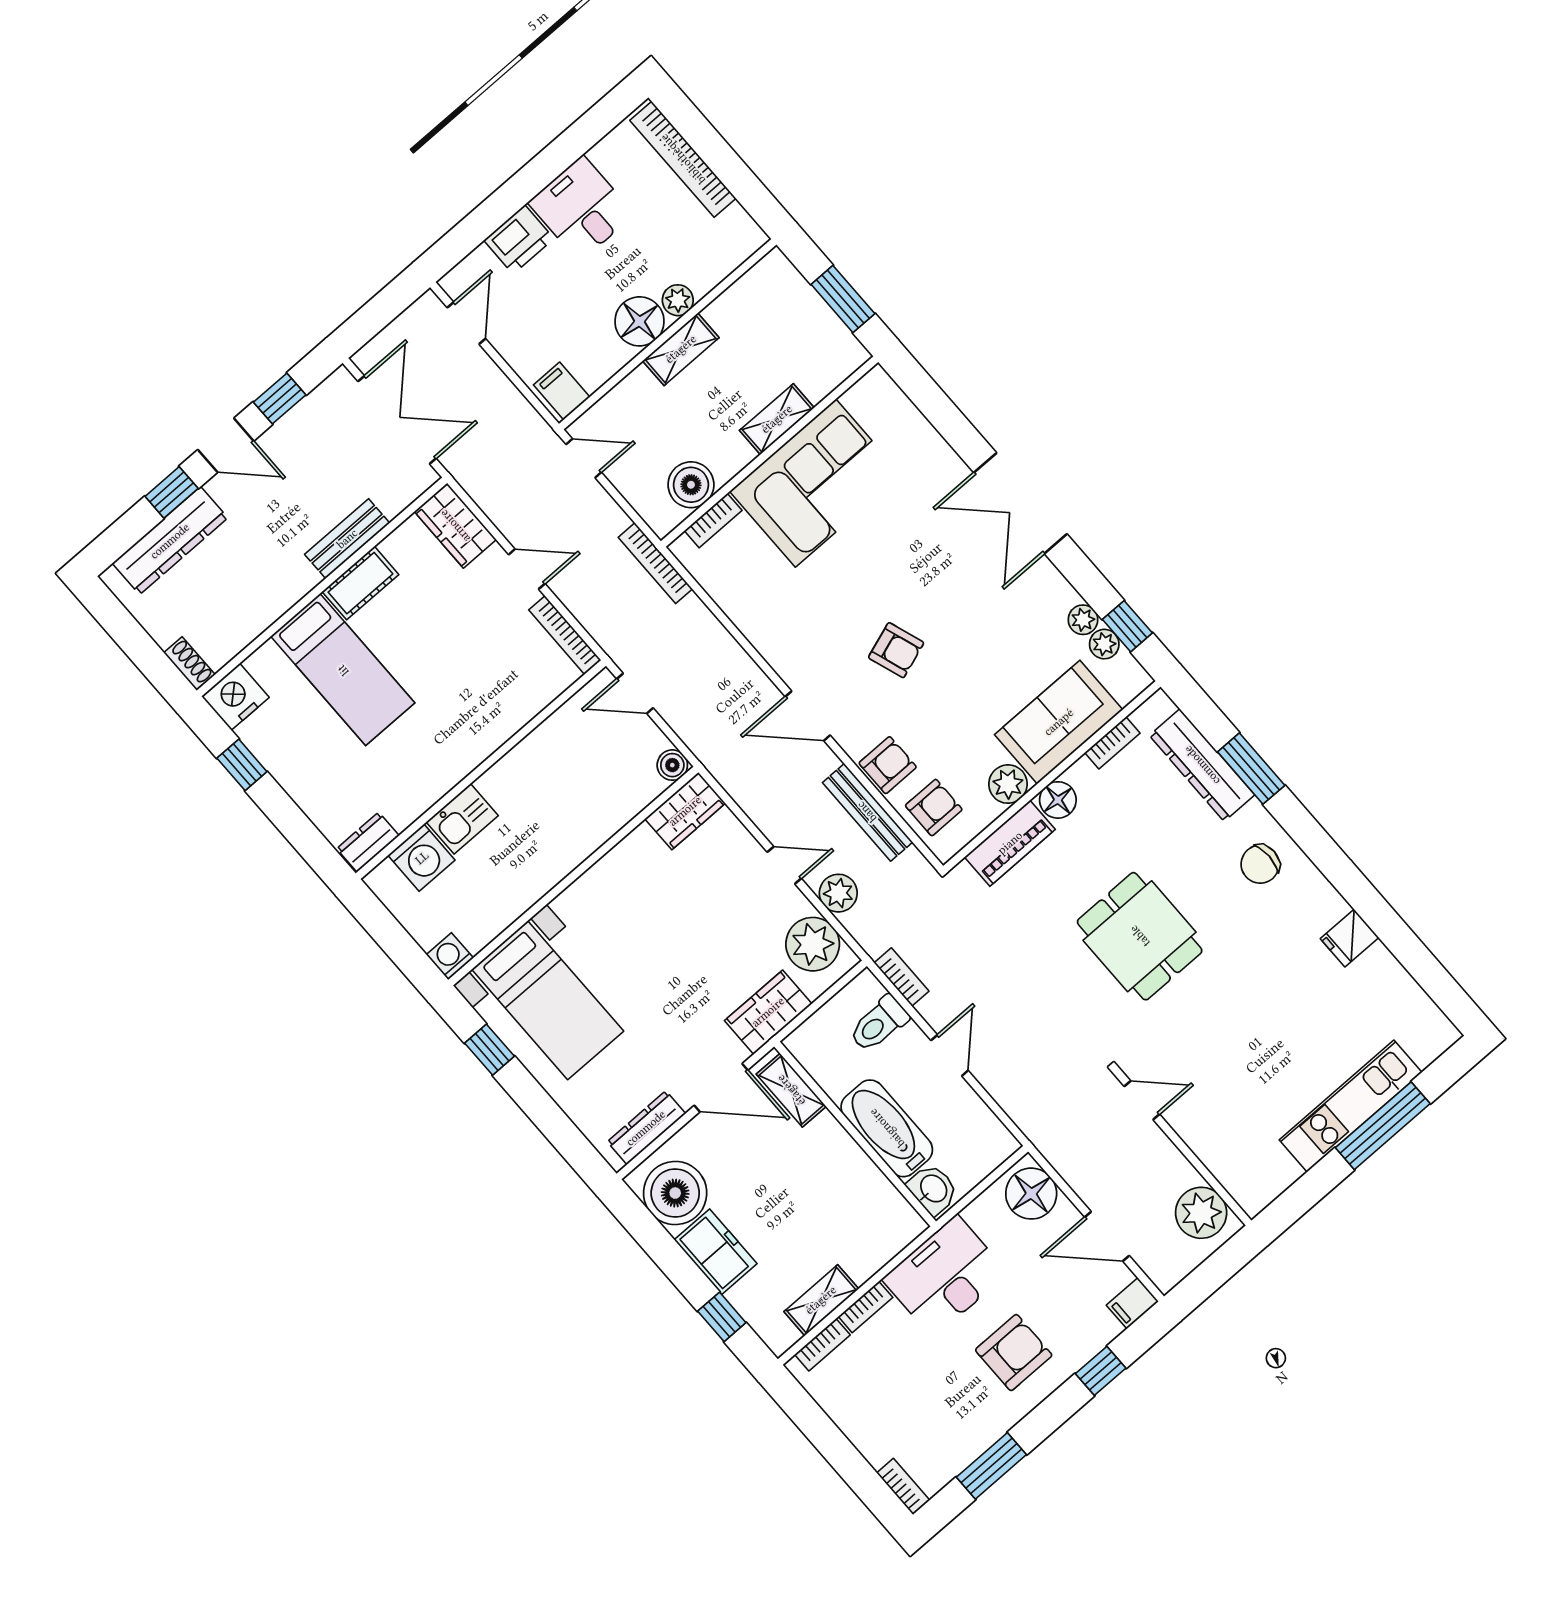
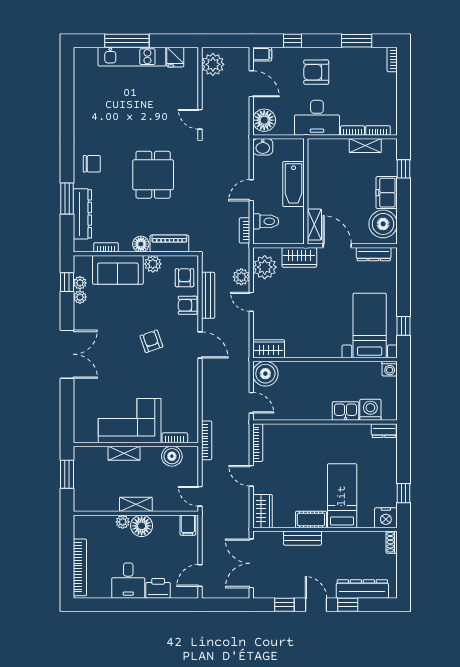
boiler: (672, 765) -> (265, 374), width x1.86, depth x1.86
armchair: (934, 808) -> (185, 278), turned 90
fridge: (1350, 938) -> (175, 57), moved, turned 90
washbasin: (933, 1189) -> (263, 147), moved, turned -90

